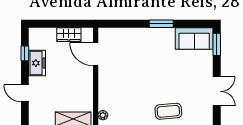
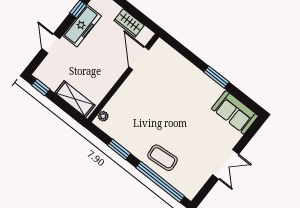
window: (217, 44) -> (250, 133), removed
freezer: (37, 63) -> (82, 26), width x1.40
double door: (217, 91) -> (226, 164), moved

